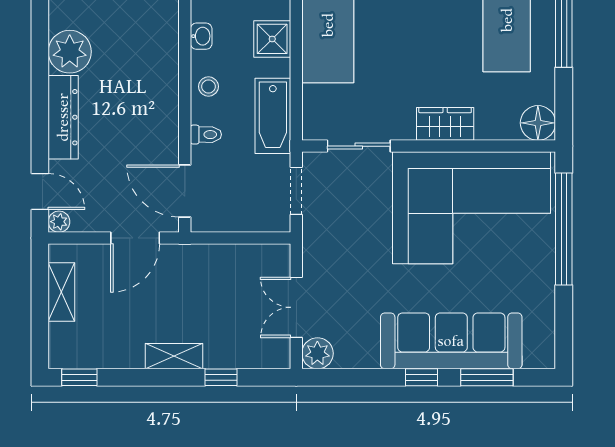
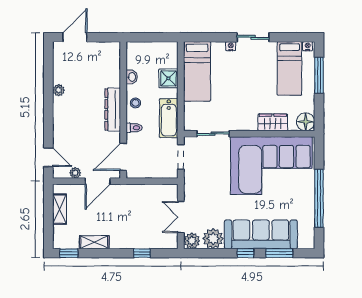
plant: (70, 52) -> (59, 90), width x0.53, depth x0.53
dresser: (63, 117) -> (113, 109), moved, turned 180
wardrobe: (445, 124) -> (273, 122), moved
door: (185, 191) -> (123, 157), hinge flipped
plant: (59, 222) -> (75, 173), moved
window: (564, 229) -> (319, 198), moved
plant: (359, 349) -> (213, 239), added
shelving: (174, 356) -> (94, 242), moved

